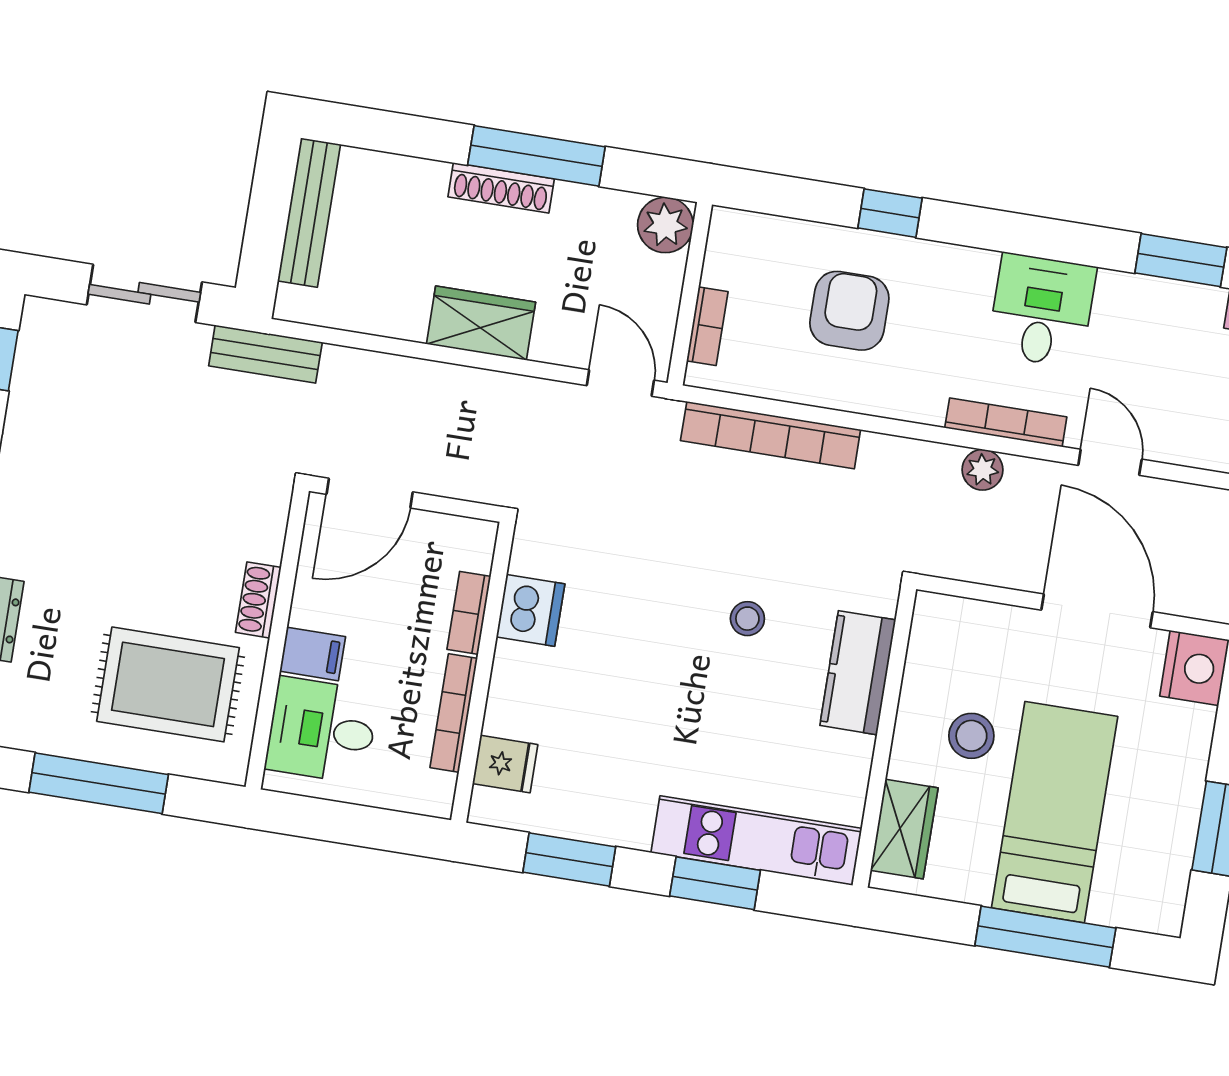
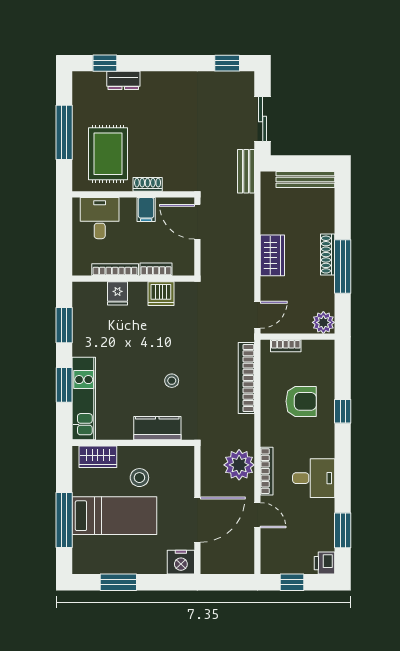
door: (1110, 462) -> (257, 515), hinge flipped
plant: (983, 470) -> (239, 465), width x1.87, depth x1.87
filing cabinet: (313, 654) -> (146, 209), moved
fridge: (505, 764) -> (118, 293), moved

